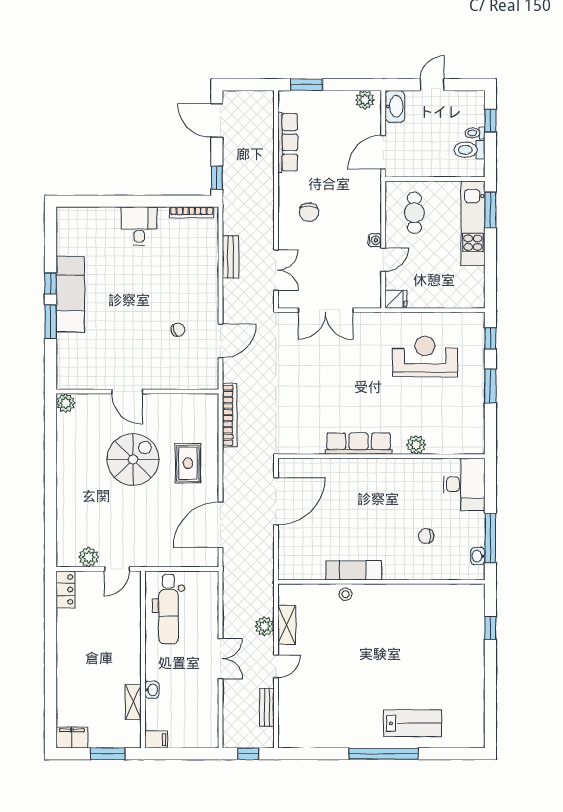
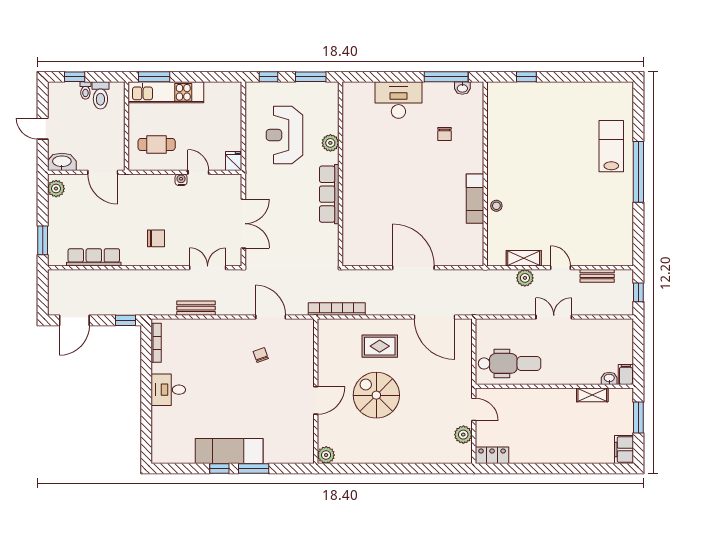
row of seats: (359, 444) -> (329, 194), moved
plant: (416, 445) -> (330, 143), moved
wall: (381, 456) -> (340, 174), moved
washbasin: (152, 690) -> (609, 378), moved

